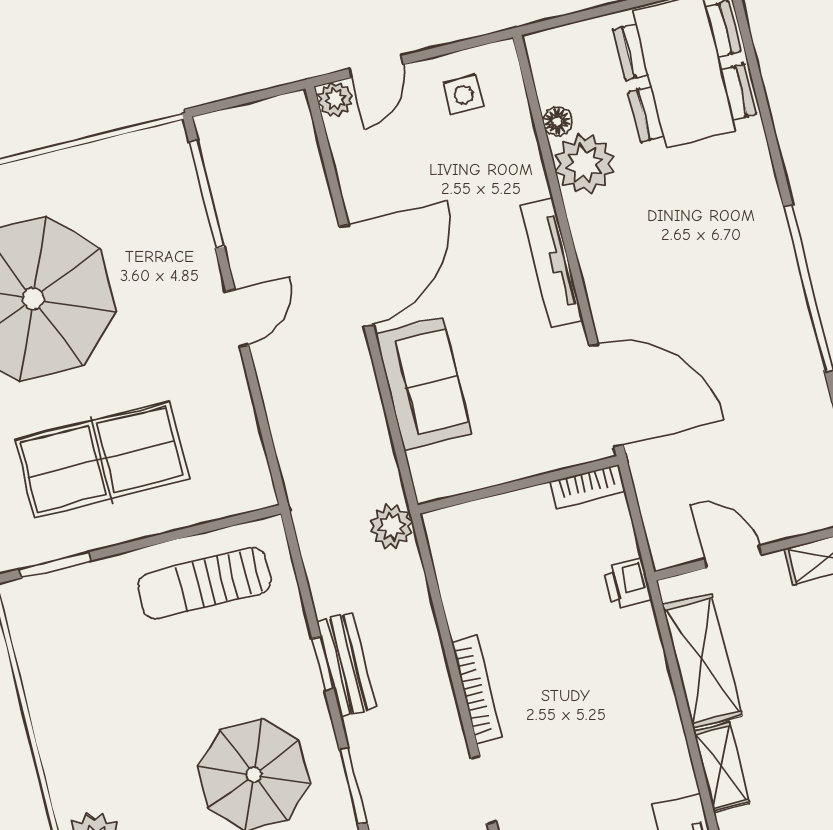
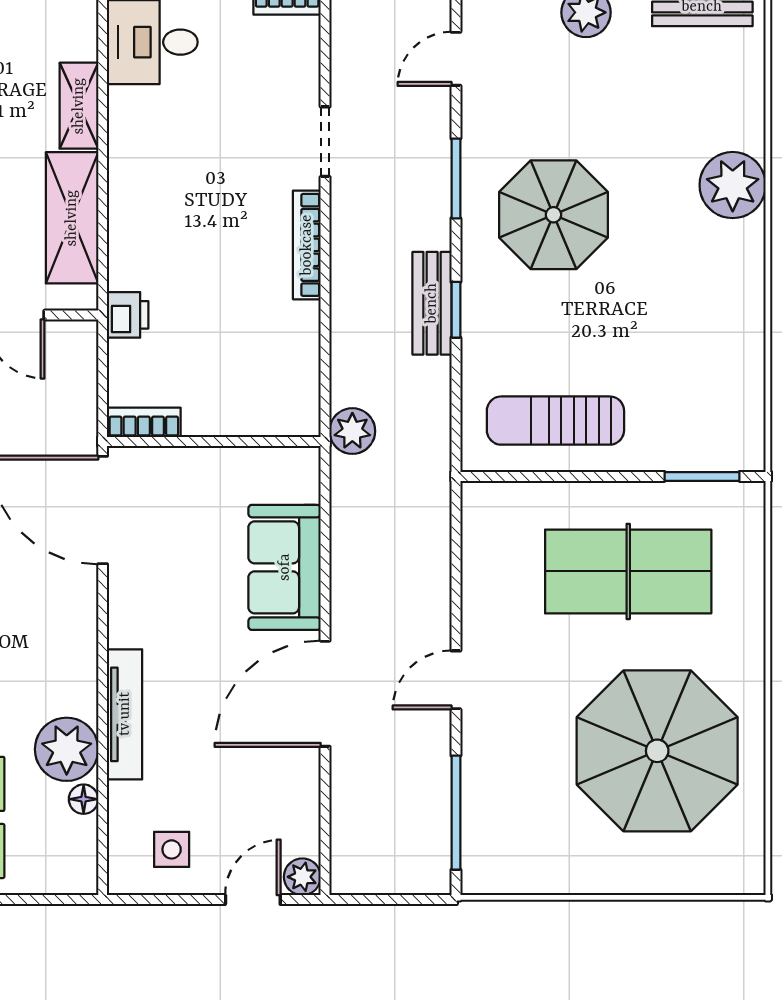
tv unit: (552, 263) -> (125, 714), moved
sun lounger: (204, 583) -> (555, 421), turned 180

